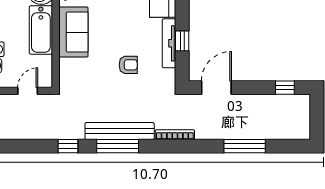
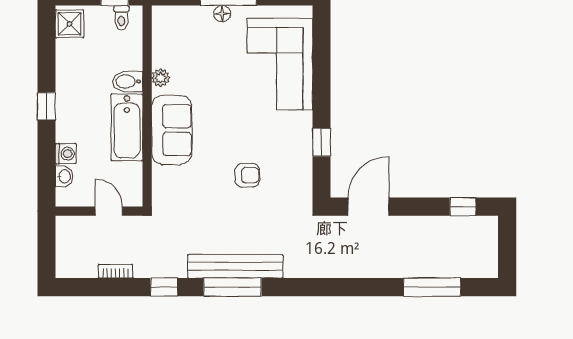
tv unit: (169, 43) -> (303, 146), removed
door: (28, 91) -> (109, 211), hinge flipped
bookcase: (175, 135) -> (116, 271), moved, width x0.64
window: (245, 146) -> (432, 287), moved

